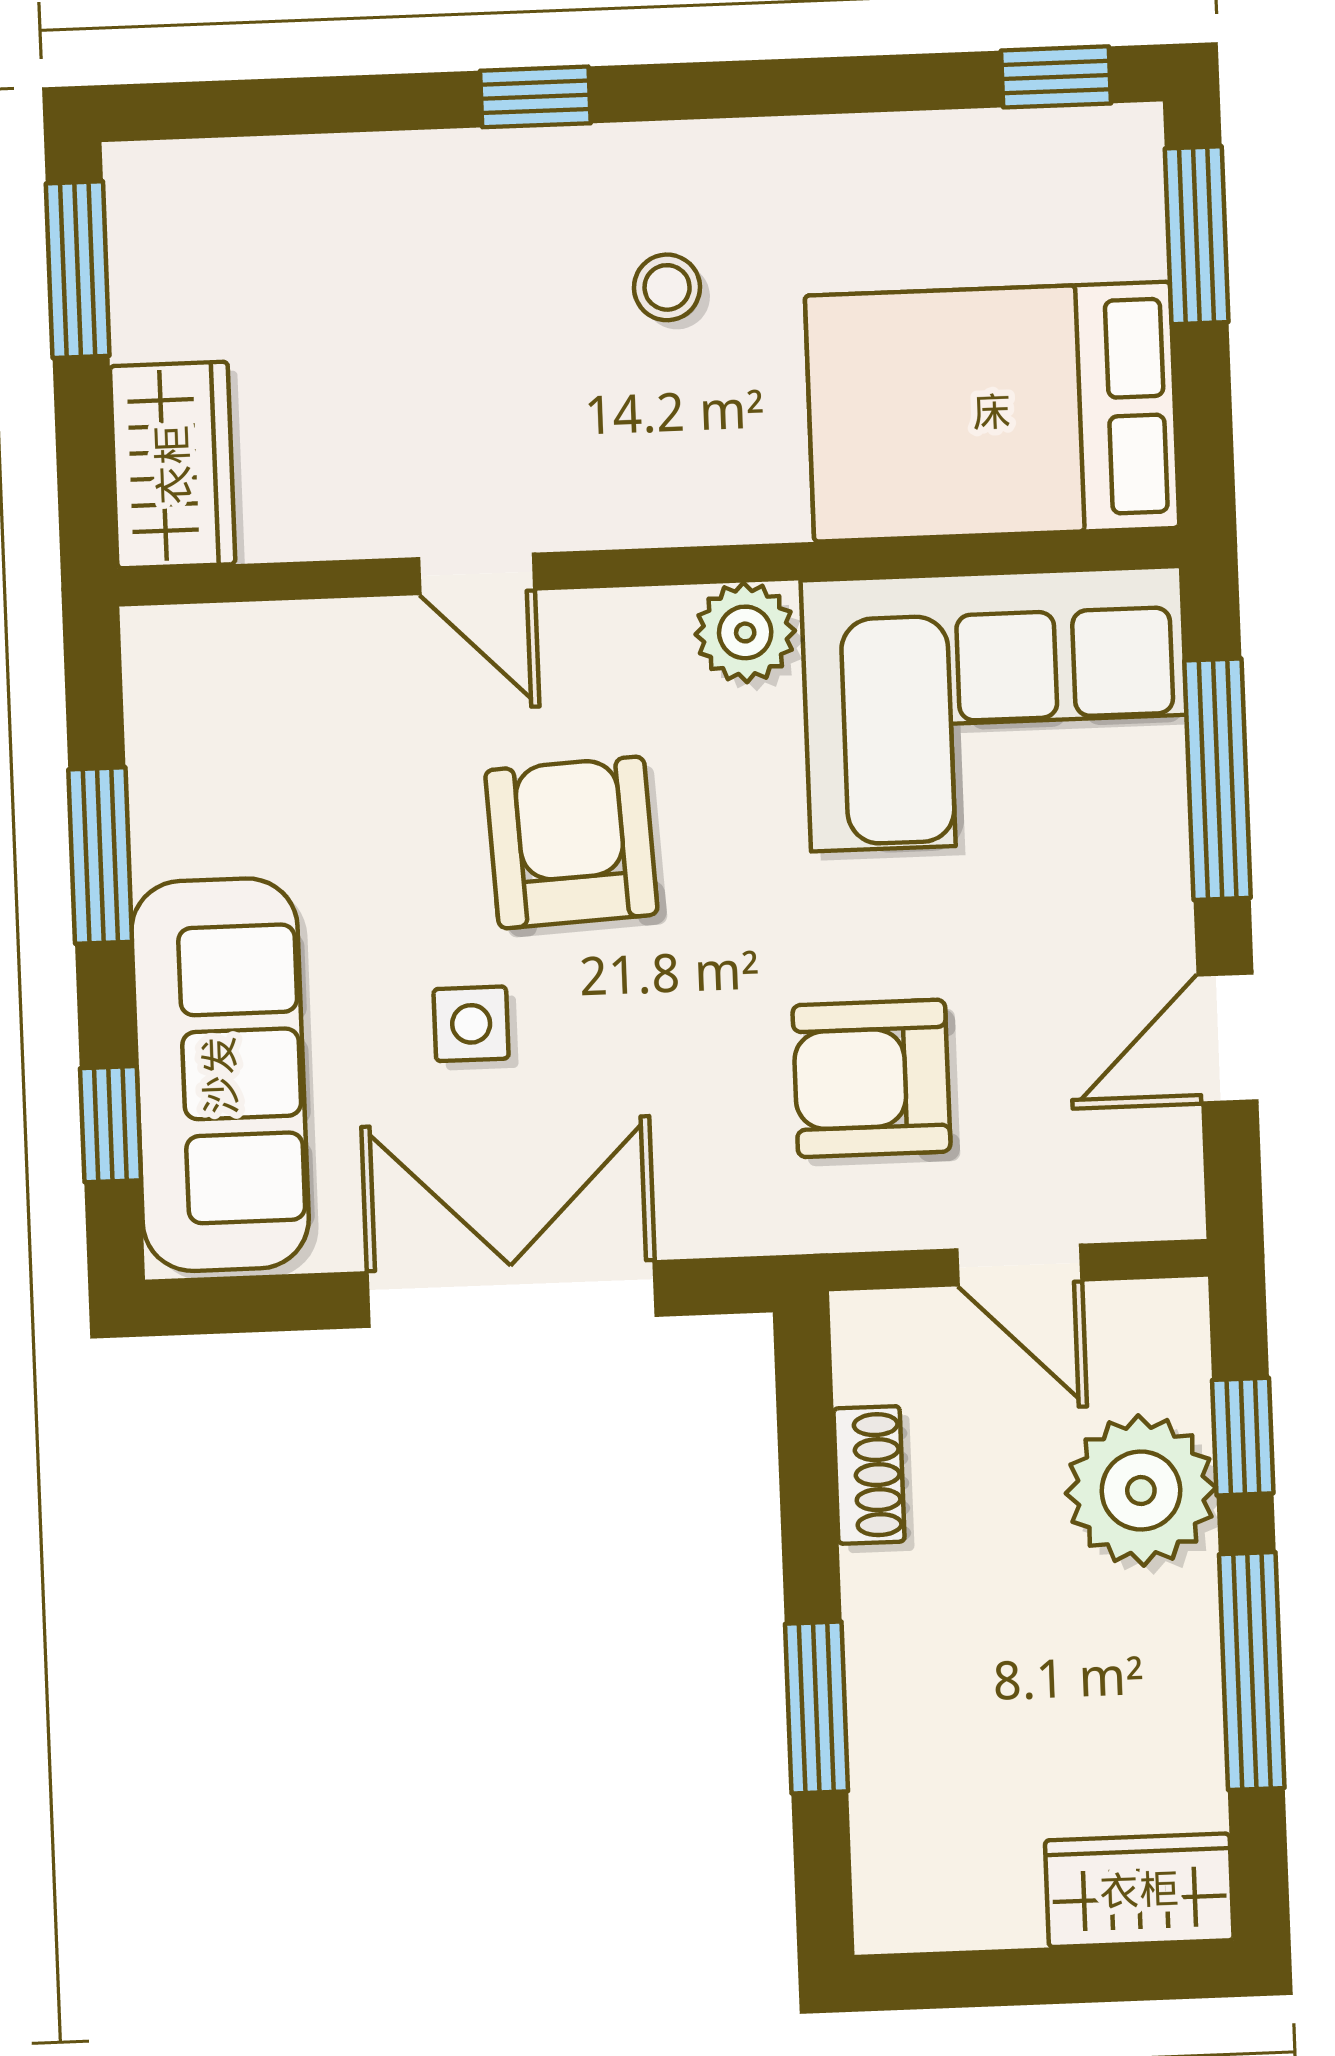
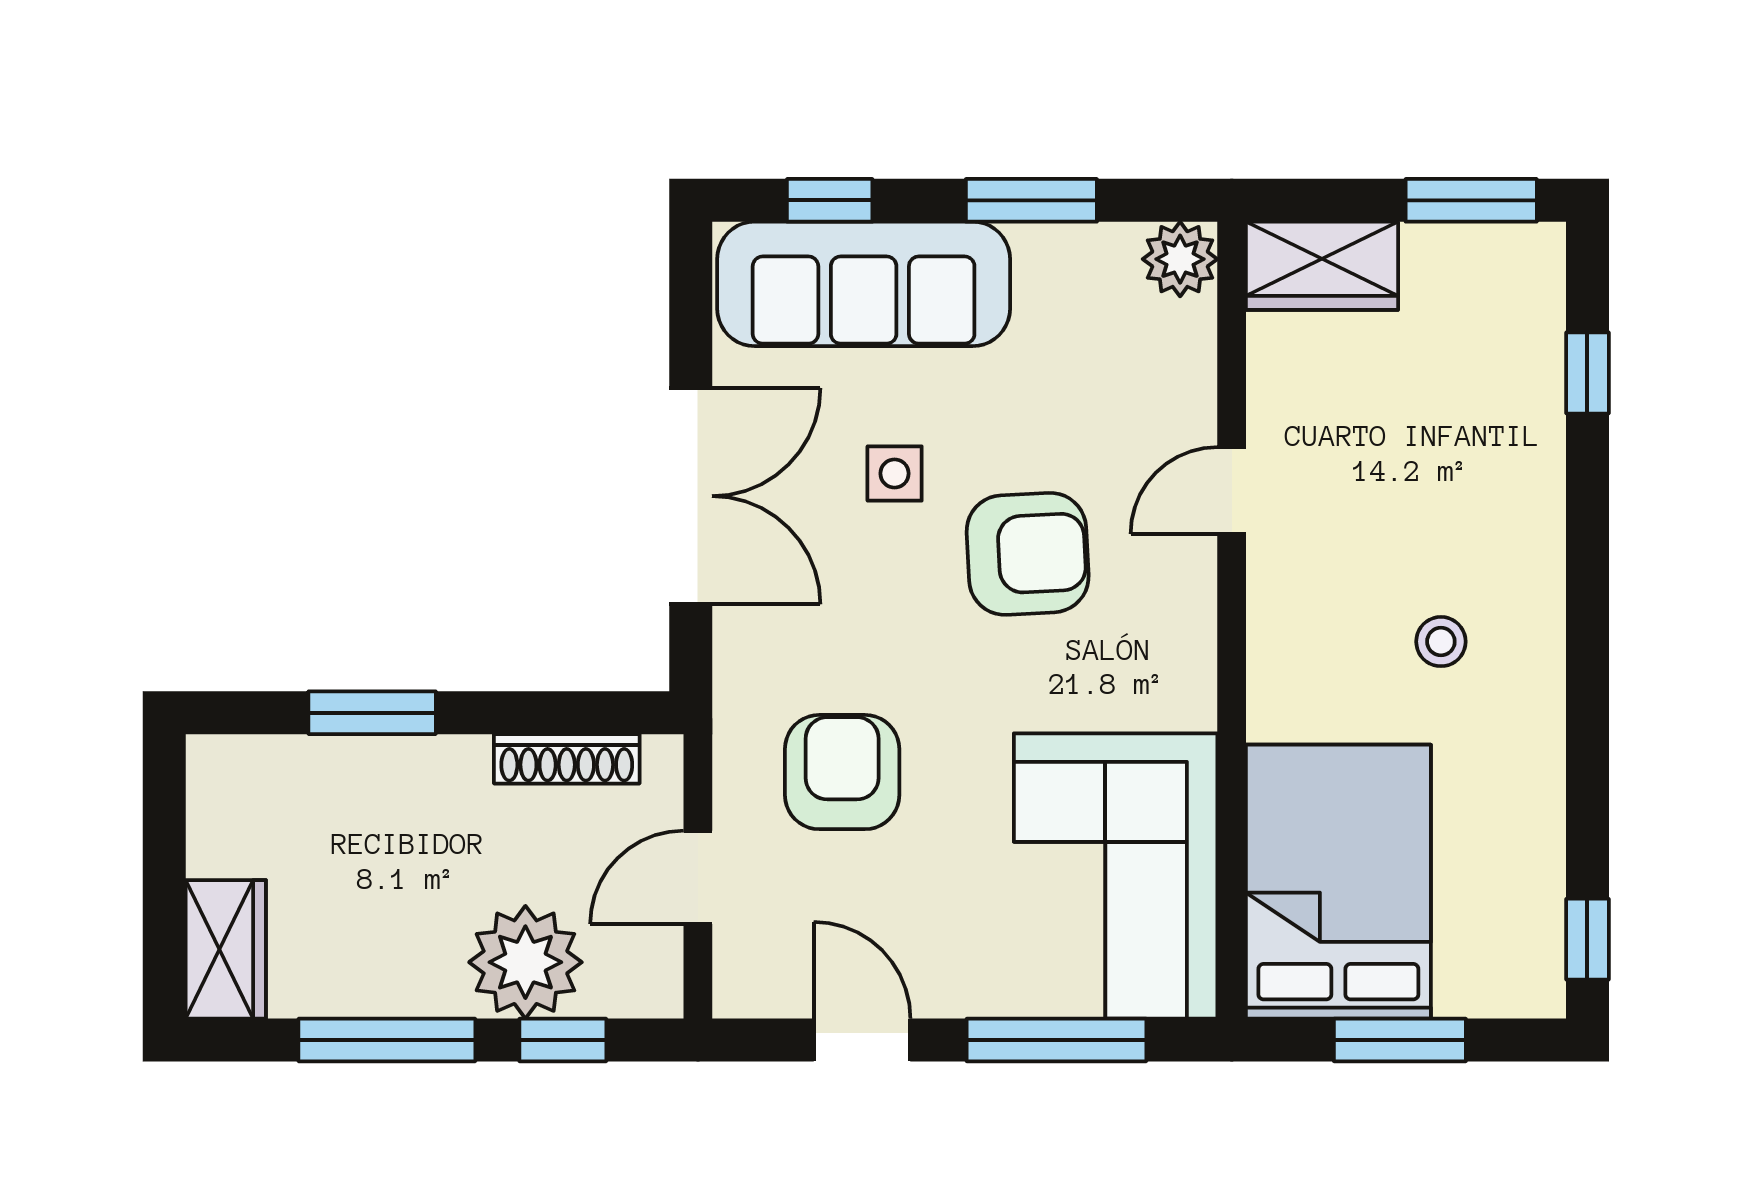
window: (535, 97) -> (1587, 373), moved
window: (1197, 235) -> (1400, 1040), moved
plant: (745, 632) -> (1180, 259), moved
shoe rack: (869, 1475) -> (567, 759), width x1.43

